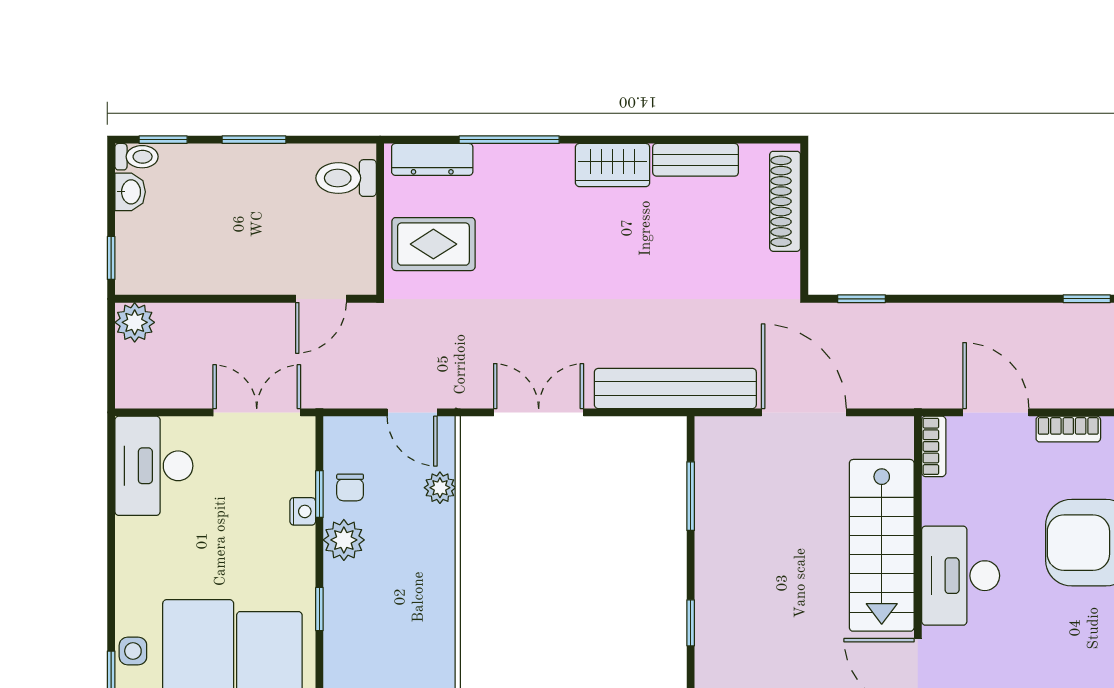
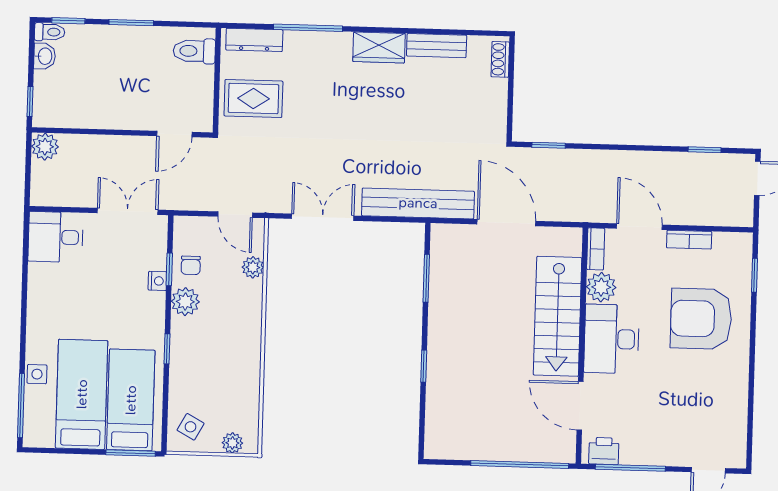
shoe rack: (785, 201) -> (500, 59), width x0.51, depth x0.81
desk: (154, 466) -> (56, 237), width x0.73
plant: (943, 501) -> (601, 287), added

